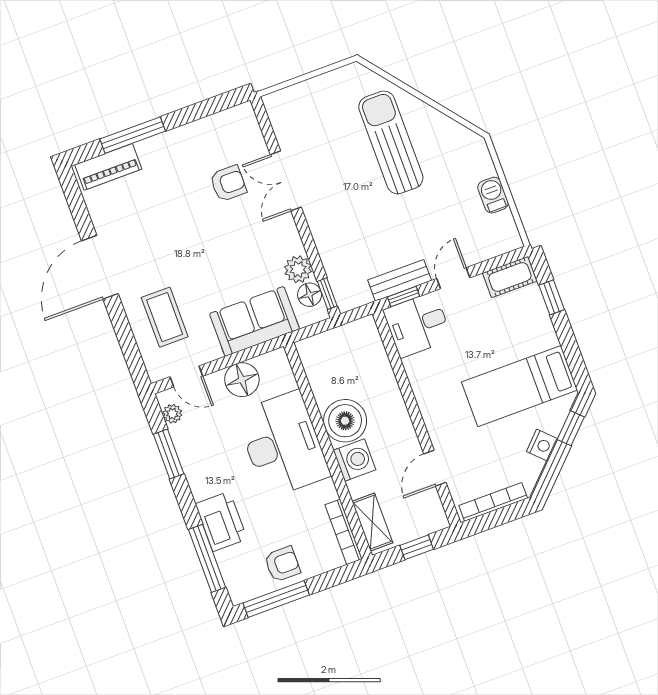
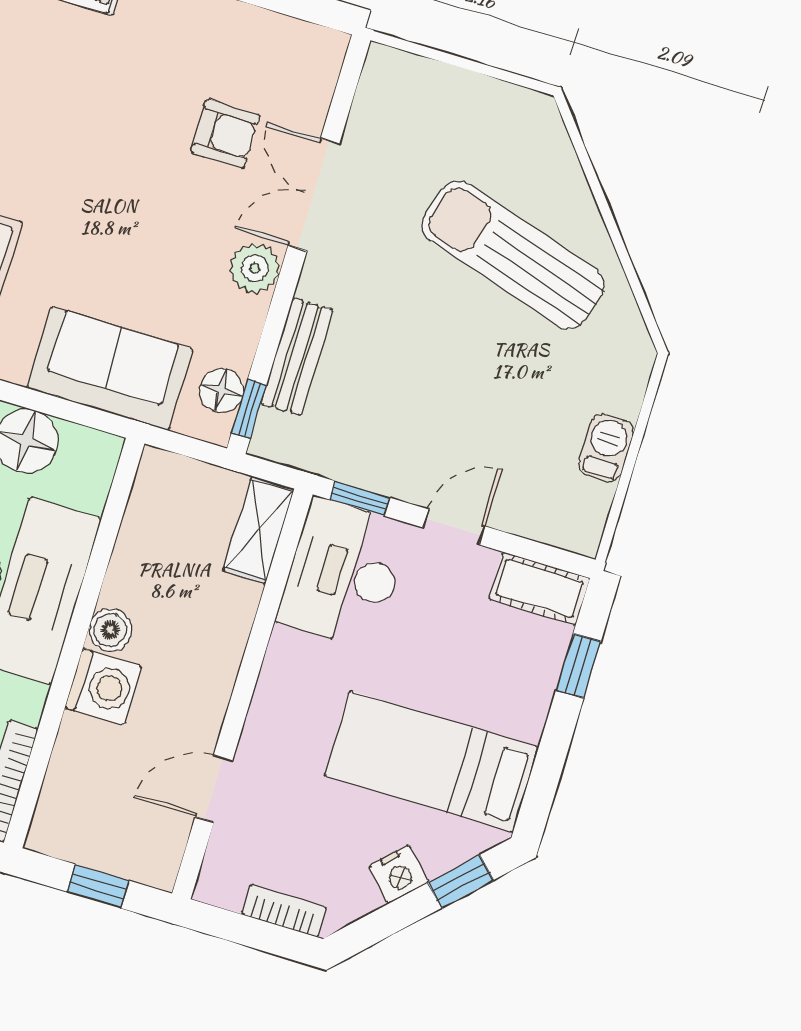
sun lounger: (391, 142) -> (513, 255), turned -73
plant: (298, 269) -> (255, 268), moved
bench: (400, 280) -> (297, 357), moved, turned 90
desk: (418, 325) -> (343, 573), width x1.37
boiler: (345, 421) -> (110, 630), width x0.54, depth x0.54
bookcase: (493, 502) -> (284, 911), width x0.64
shelving: (372, 522) -> (259, 530), moved

